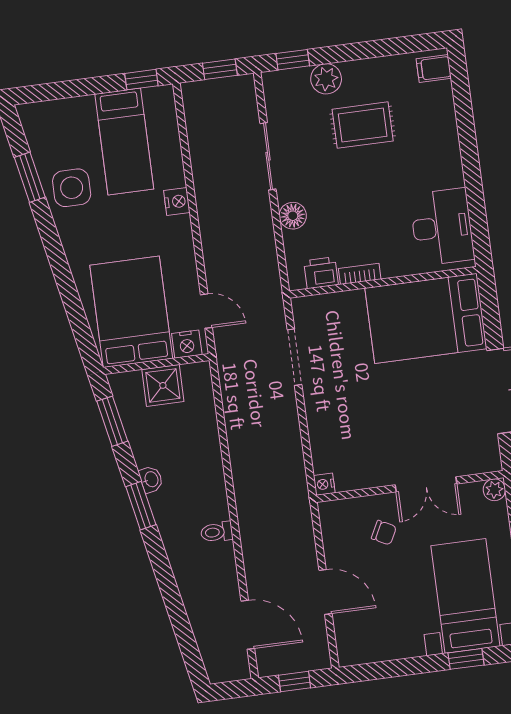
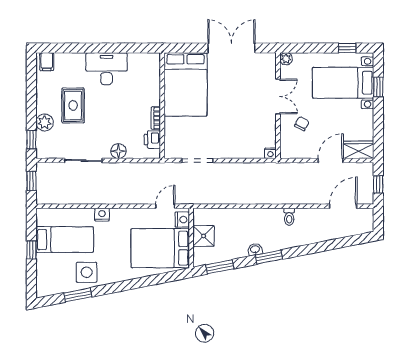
window: (141, 80) -> (31, 250), moved
desk: (442, 227) -> (106, 69), moved
wardrobe: (351, 639) -> (358, 150), added

